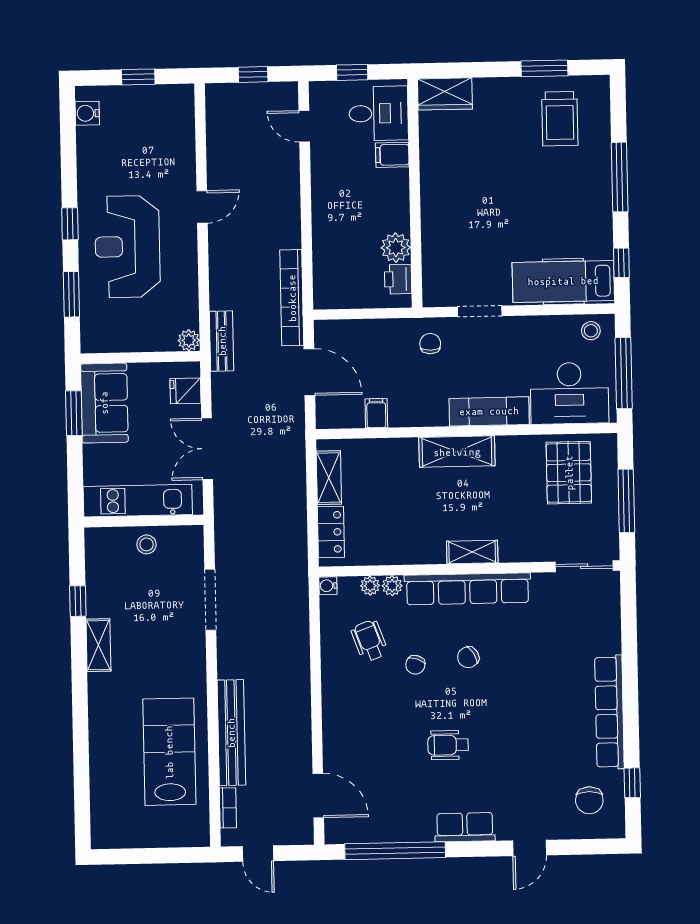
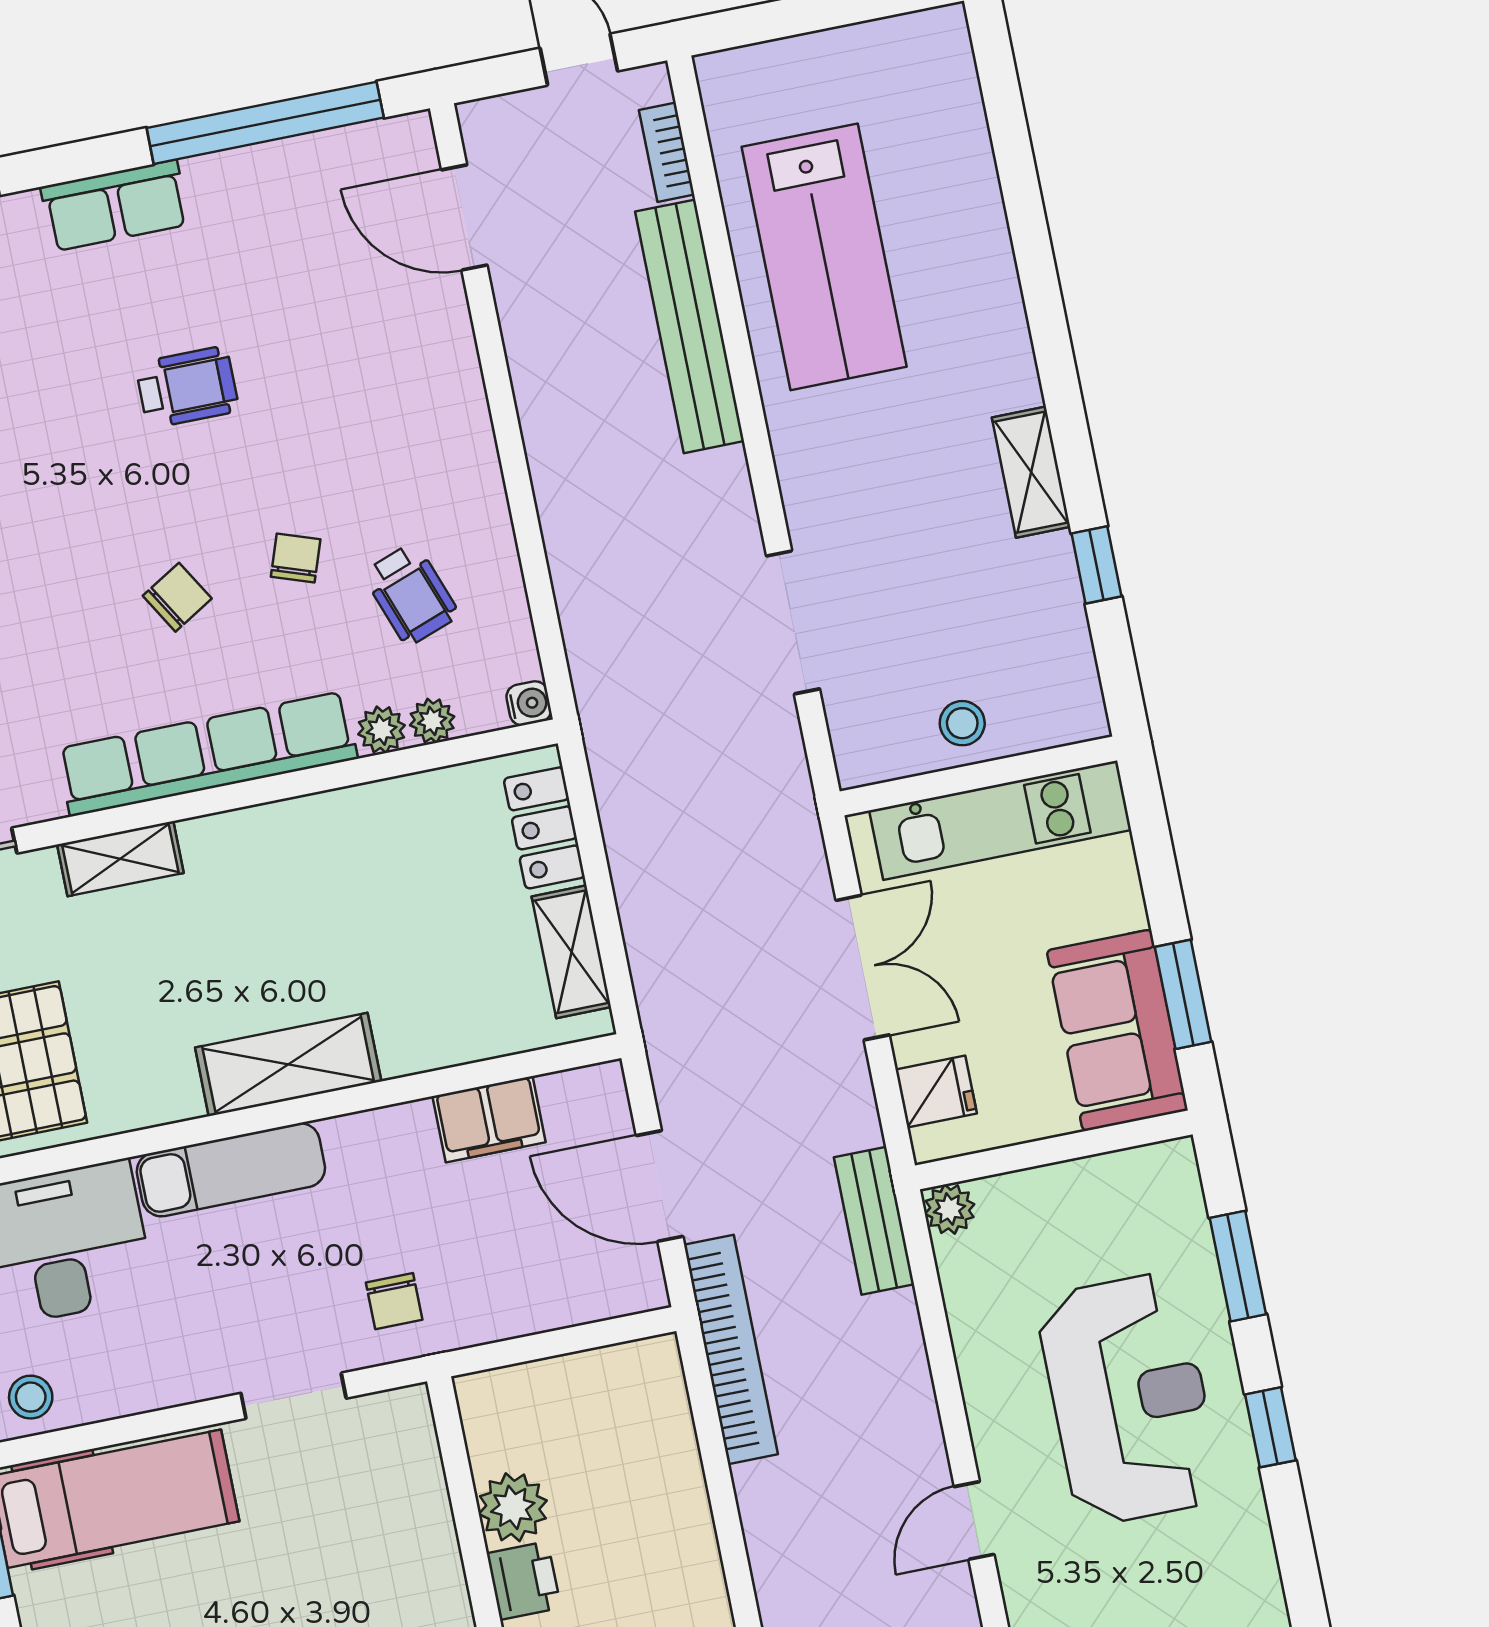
printer: (398, 279) -> (524, 1580), moved
filing cabinet: (376, 413) -> (489, 1119), width x2.00
shelving: (472, 552) -> (120, 859), moved

